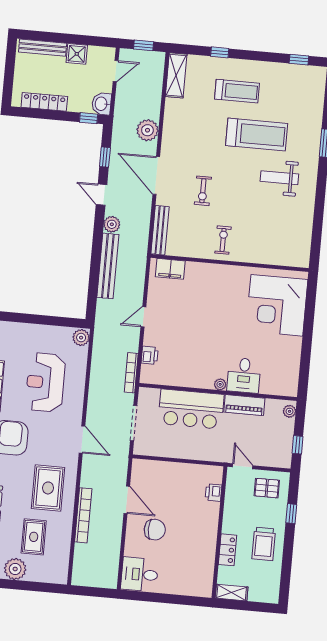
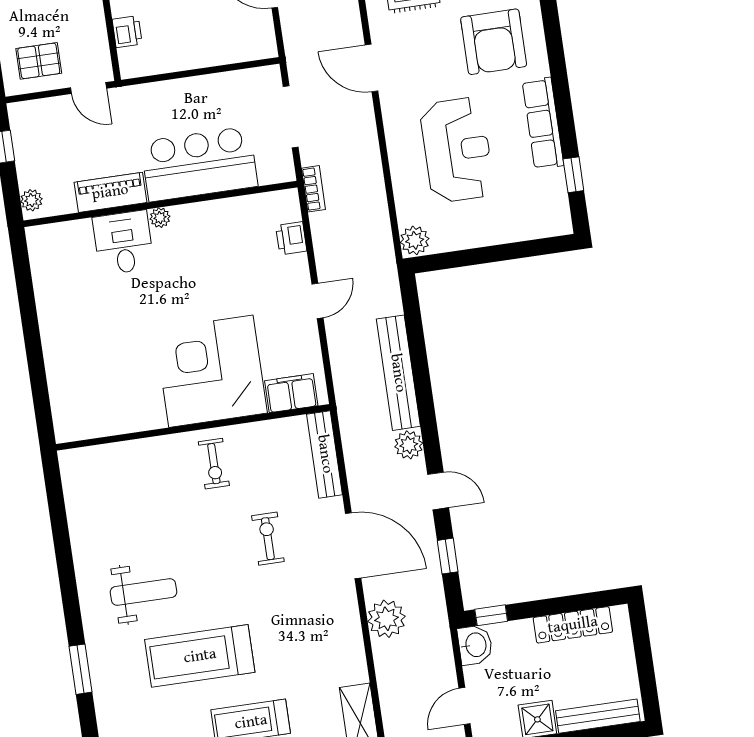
corner desk: (277, 305) -> (211, 371), moved, turned -90
bookcase: (131, 373) -> (313, 189), width x0.64

